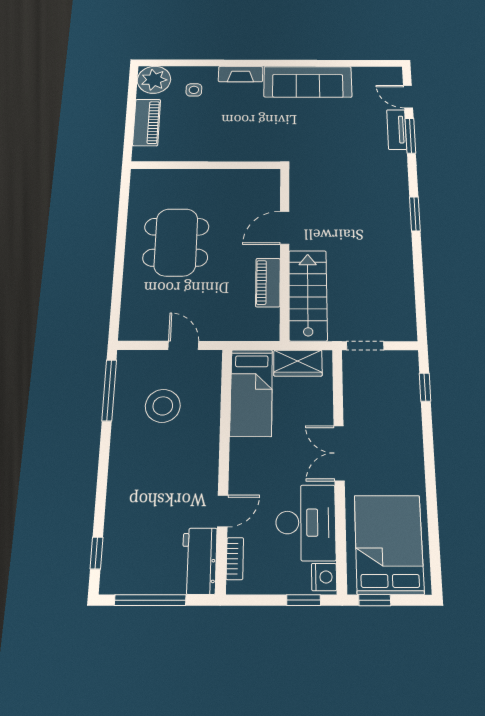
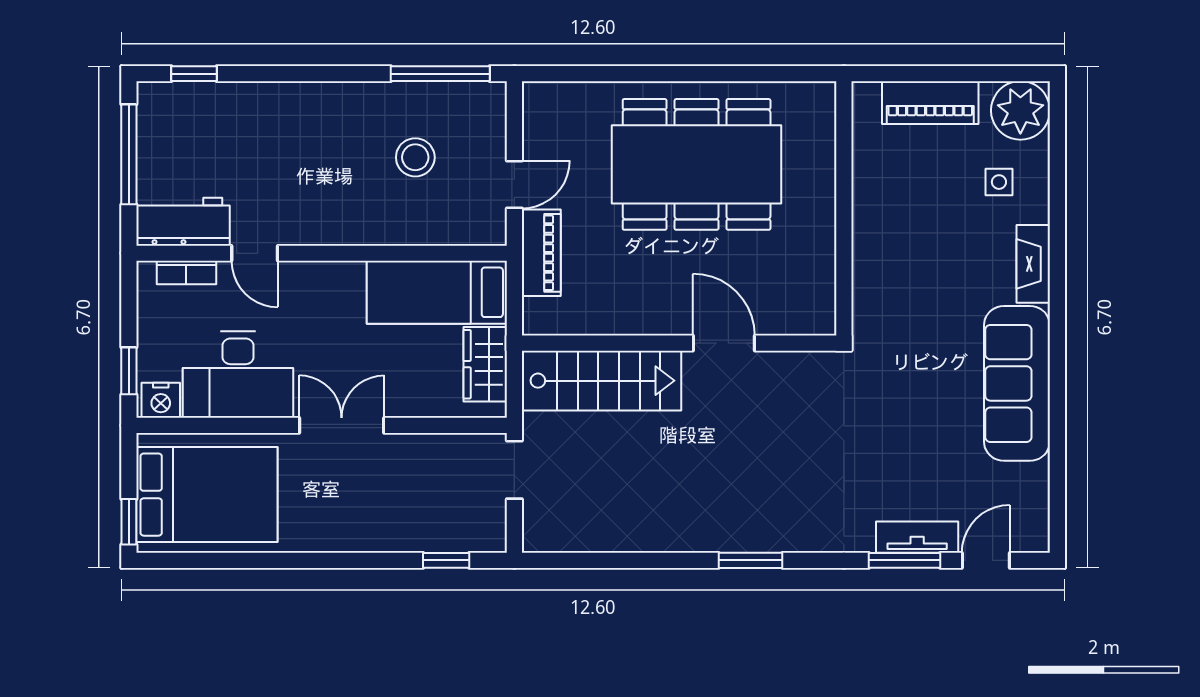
dining table: (176, 242) -> (697, 164), width x1.36, depth x1.24
piano: (268, 282) -> (541, 253), moved, turned 90
stool: (163, 406) -> (415, 157), width x0.73, depth x0.73
window: (375, 600) -> (129, 522), moved

